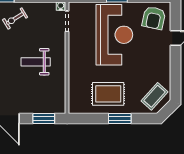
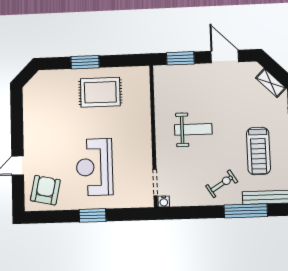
reception desk: (114, 35) -> (94, 167), width x0.74, depth x0.77
coffee table: (155, 96) -> (42, 92), removed

